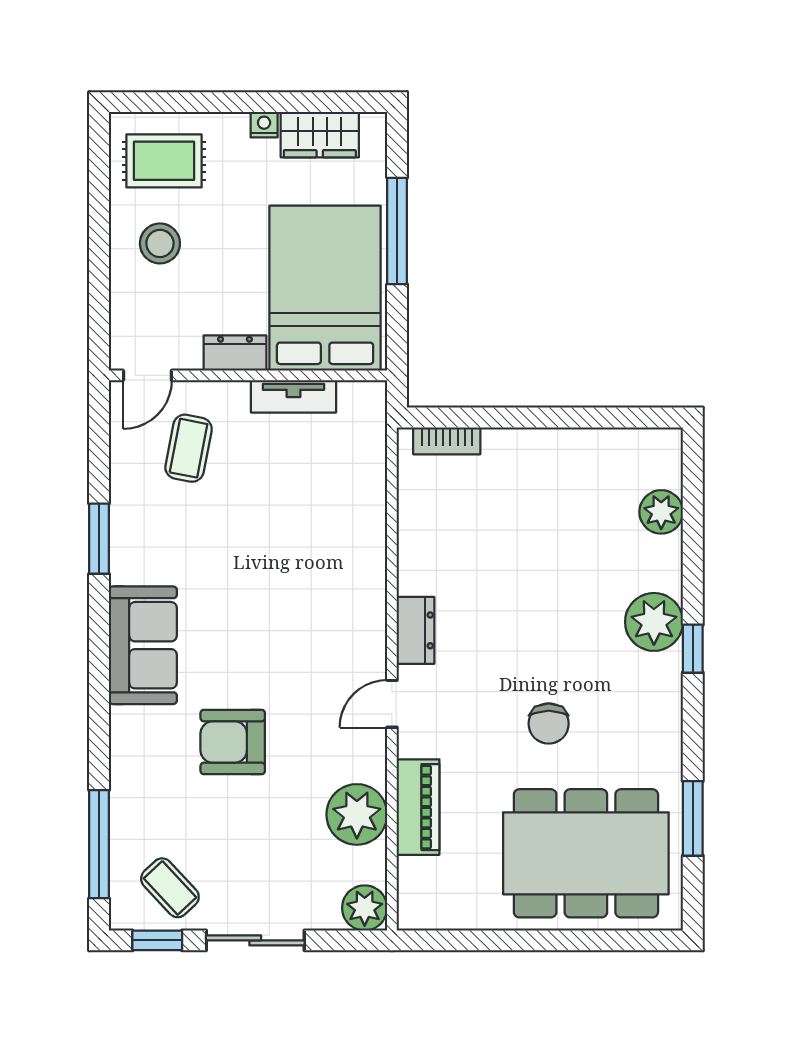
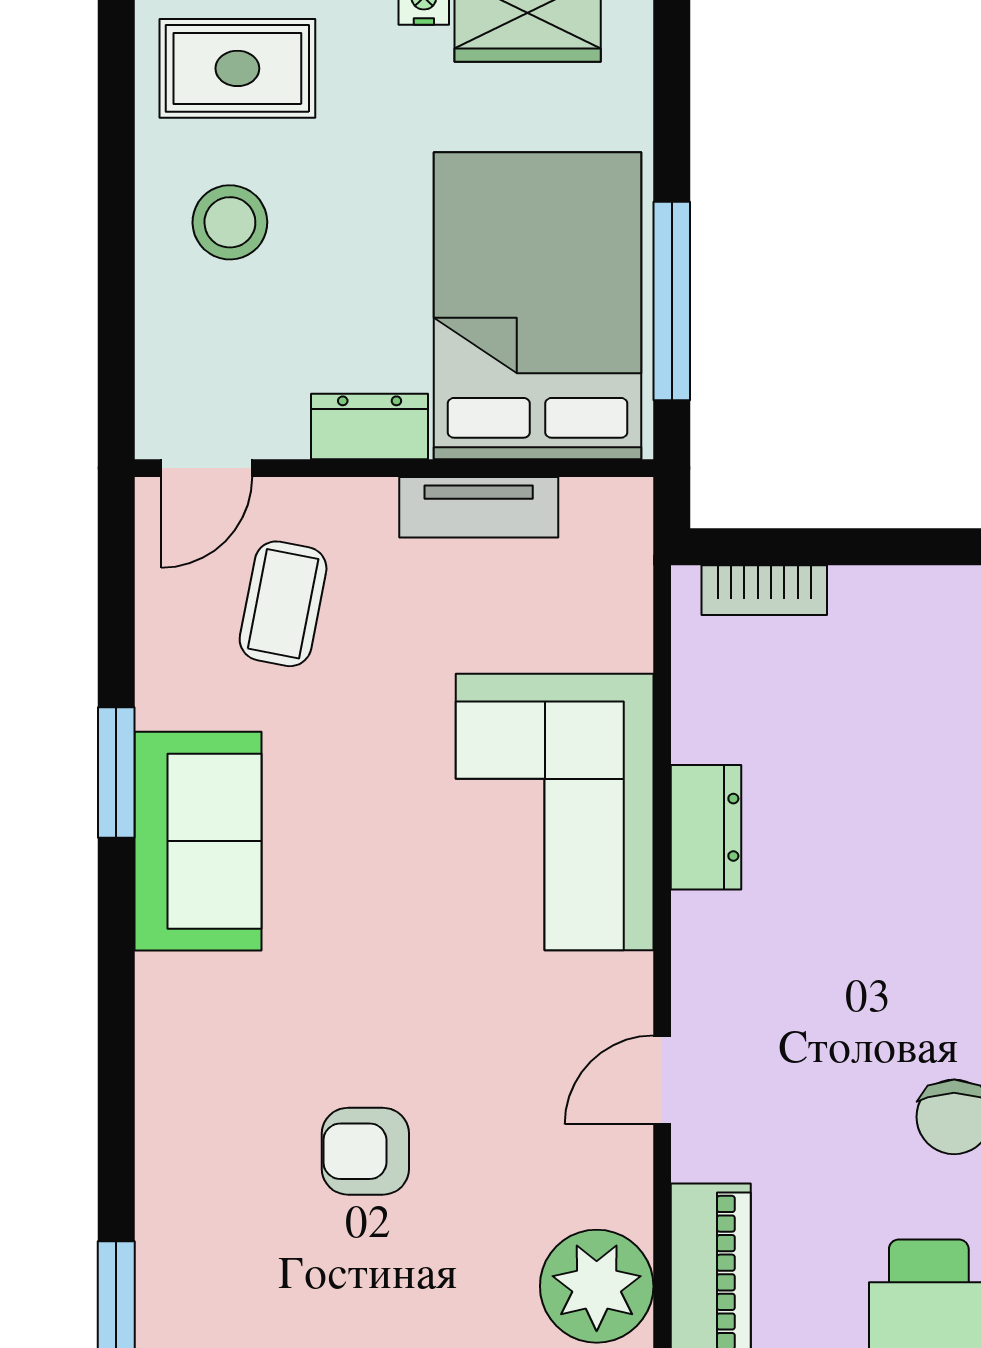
window: (397, 231) -> (672, 301), moved
corner sofa: (334, 560) -> (555, 812), added
dresser: (416, 630) -> (706, 827), moved
sofa: (143, 645) -> (198, 841), moved
armchair: (233, 742) -> (365, 1151), width x0.72, depth x0.72

